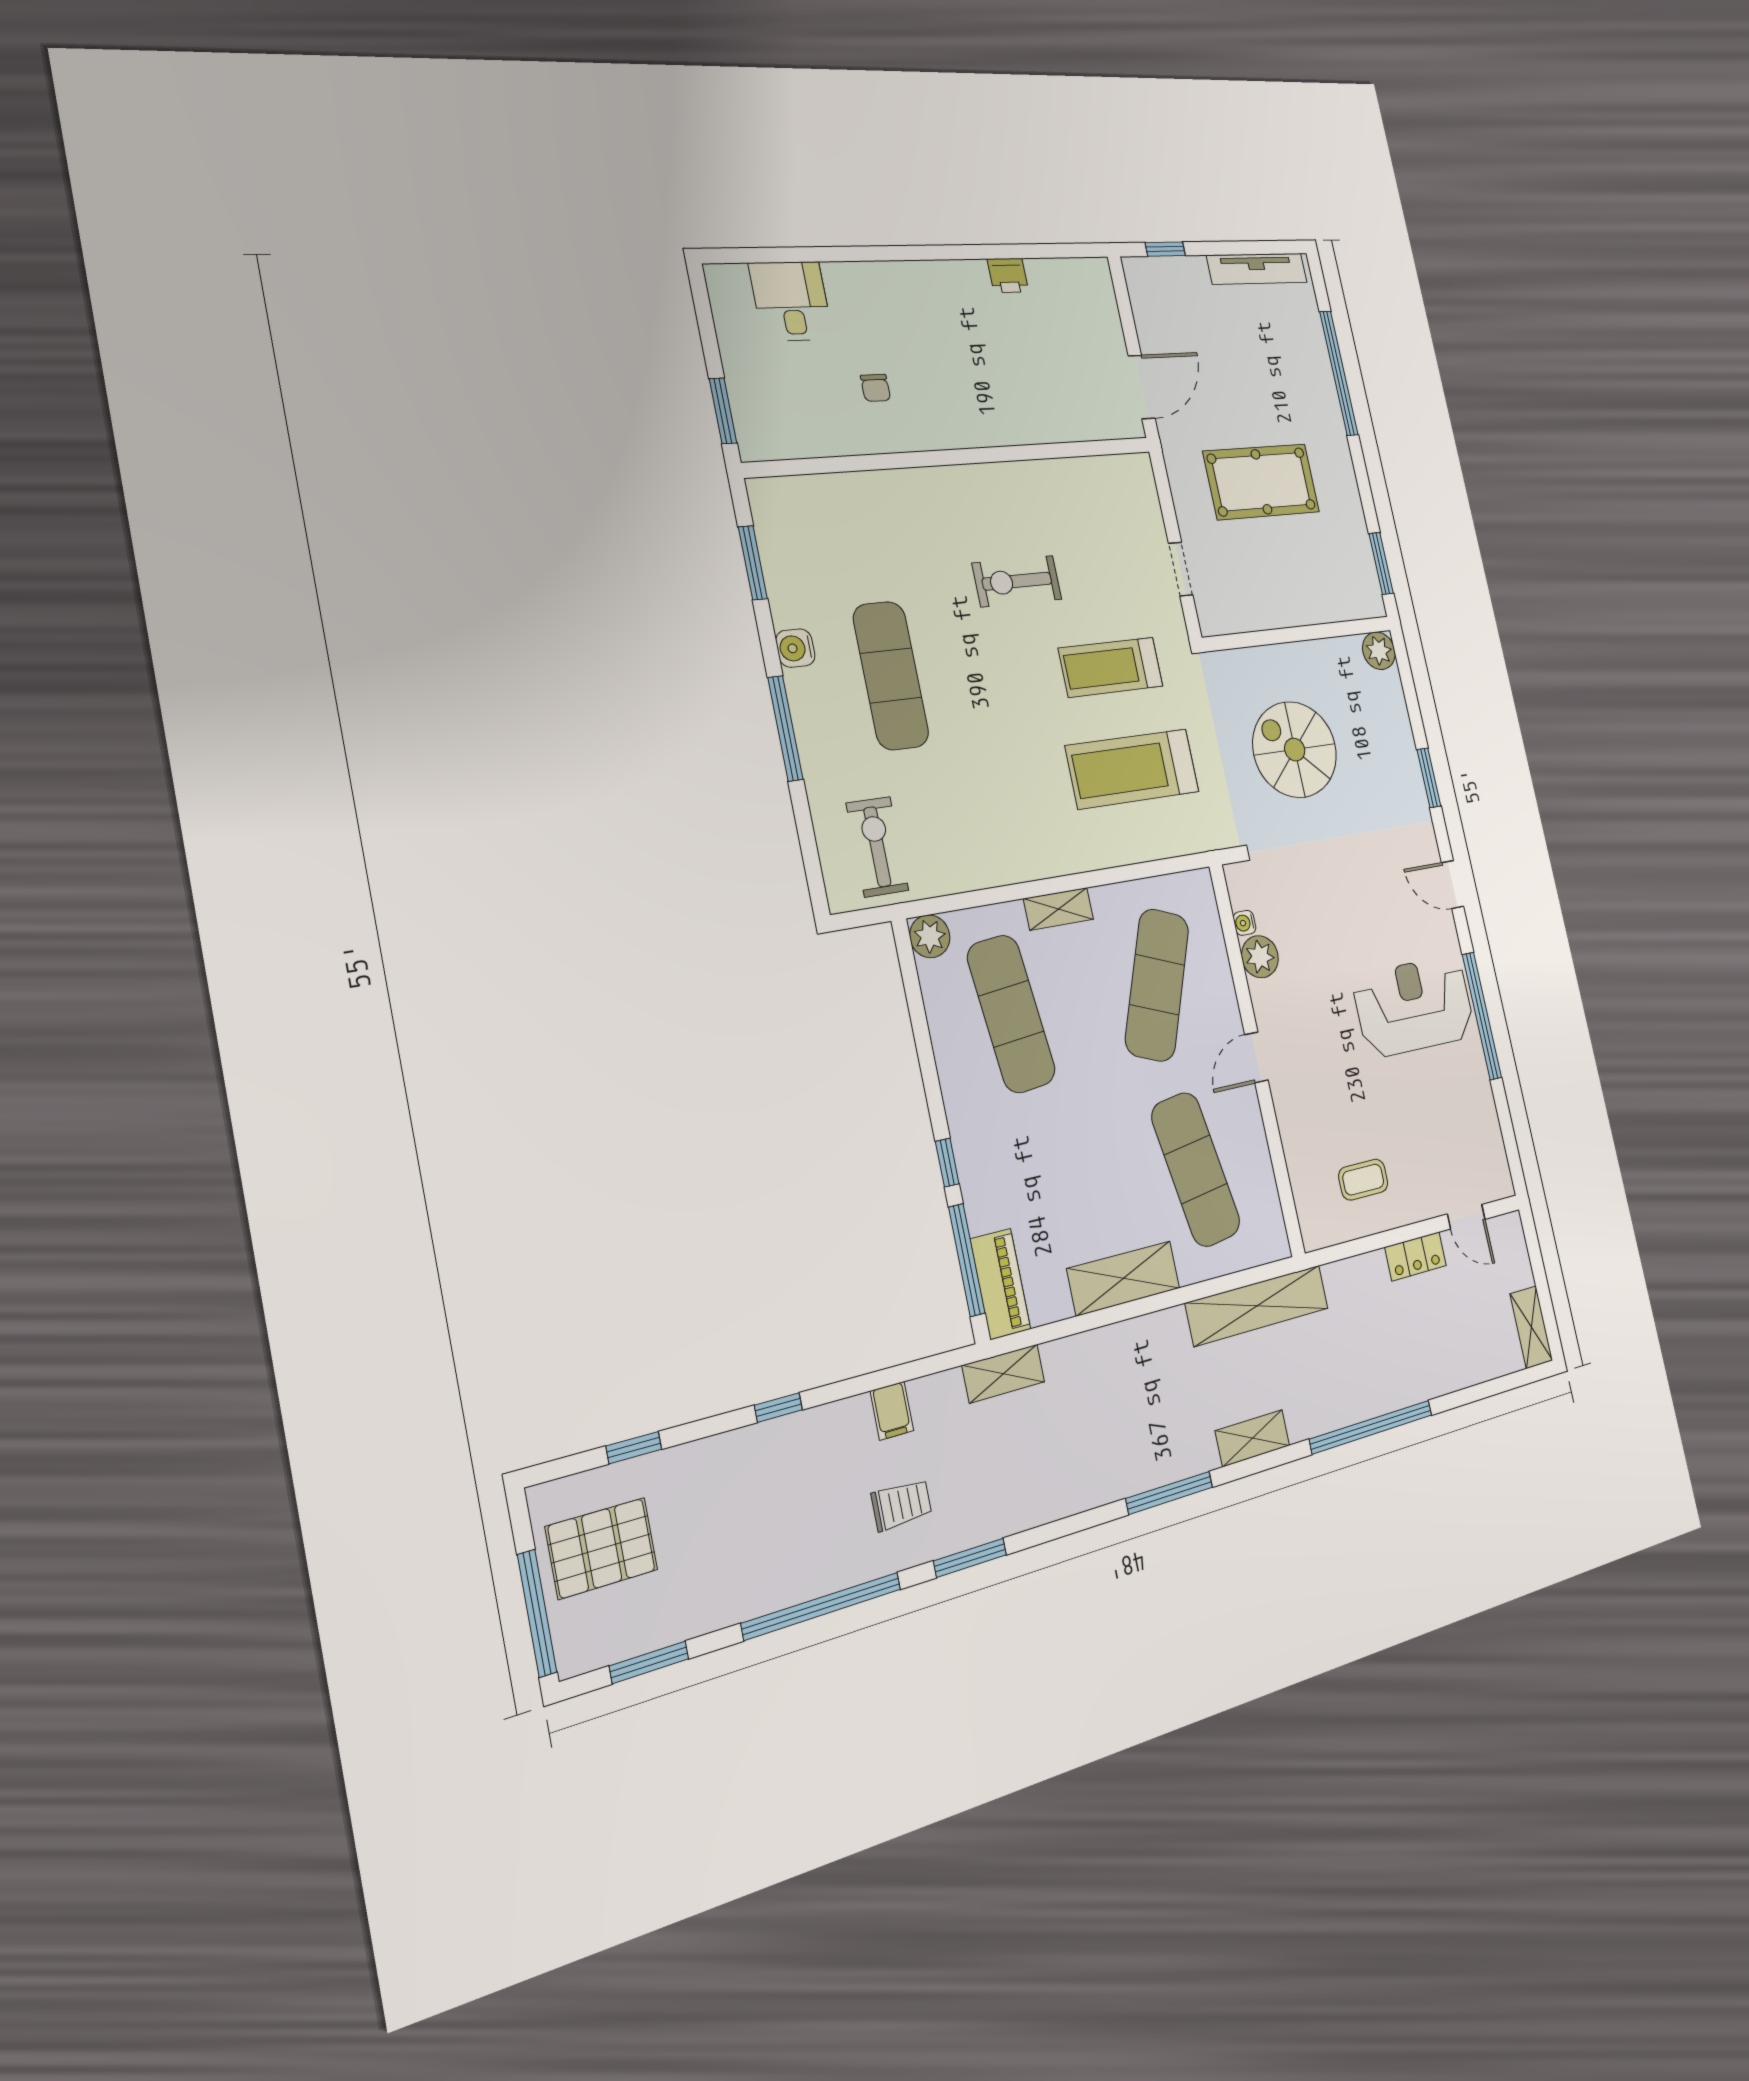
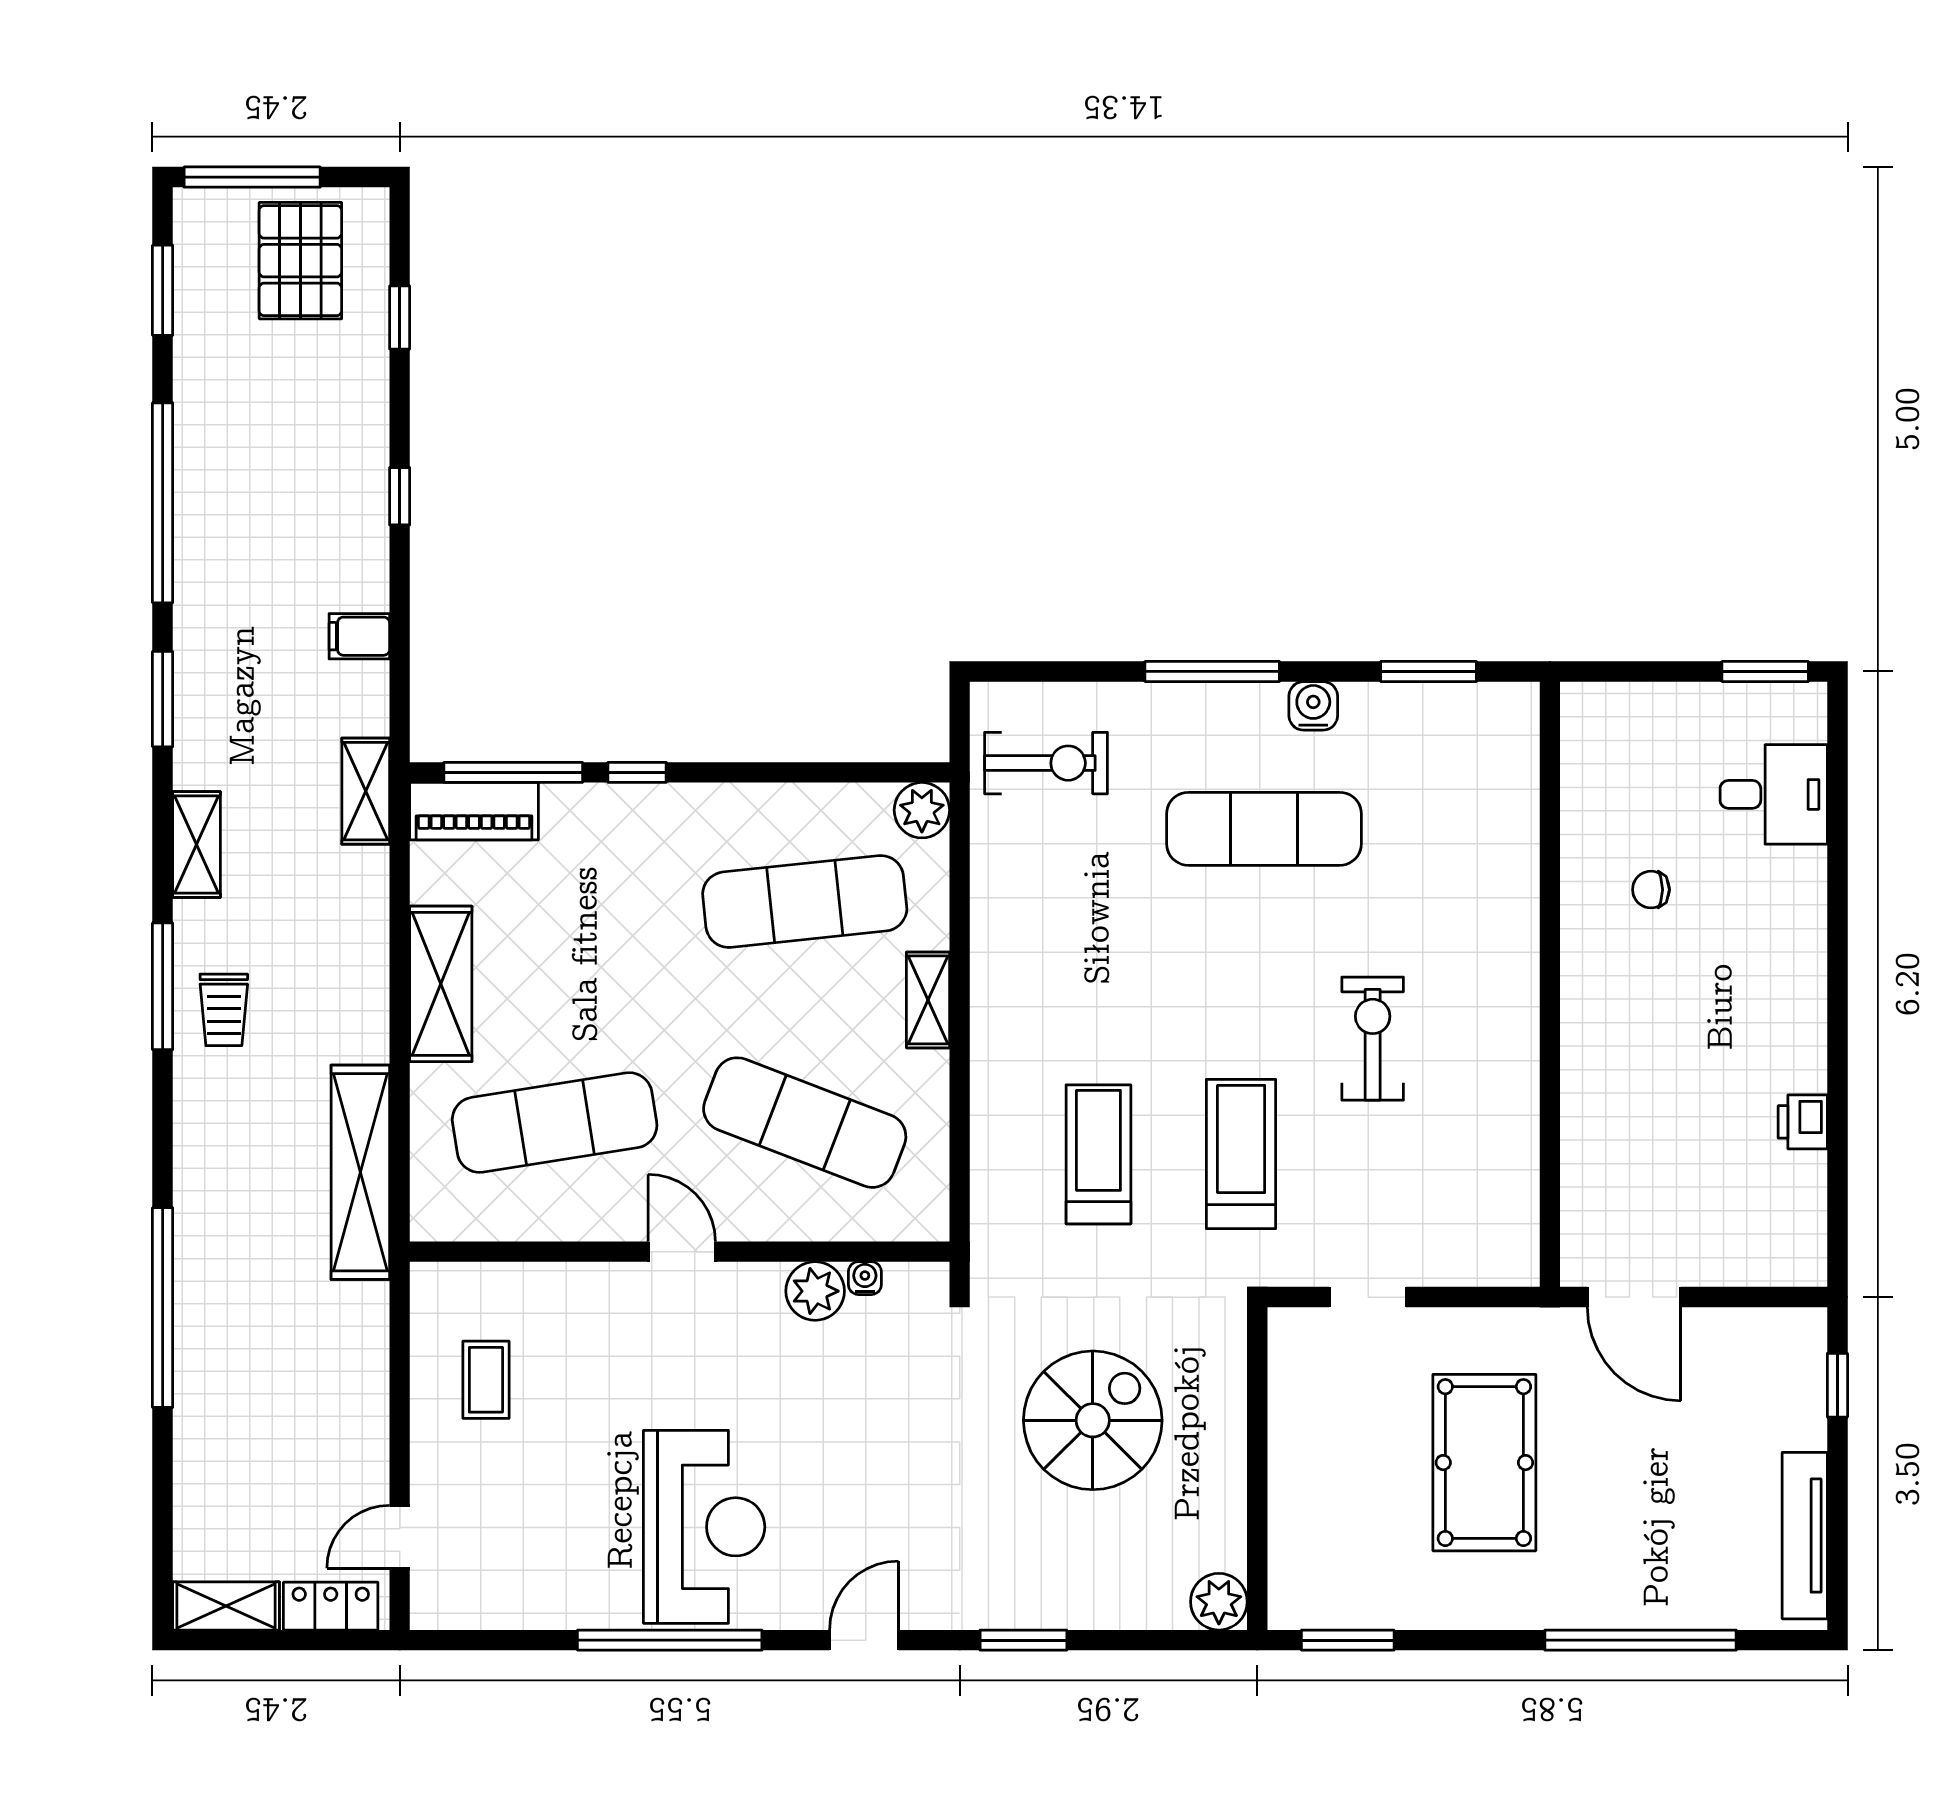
window: (723, 411) -> (1765, 671), moved
treadmill: (1133, 769) -> (1098, 1154), width x0.73, depth x0.73
locker: (1416, 1256) -> (331, 1606), moved, turned 90
shelving: (1252, 1438) -> (196, 844), moved
trolley: (902, 1505) -> (224, 1010), moved

